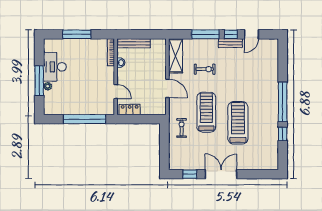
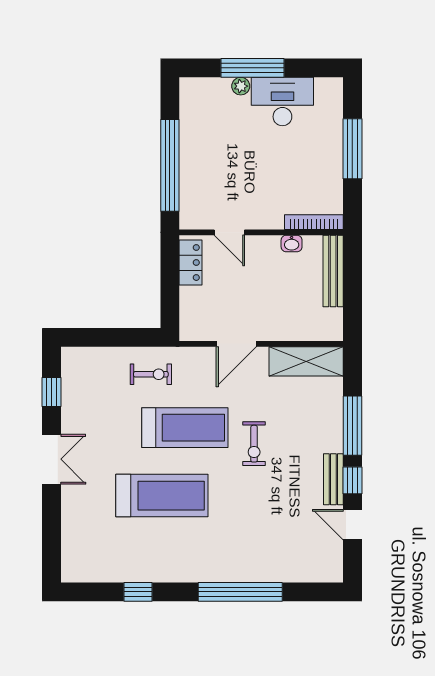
exercise bike: (205, 69) -> (254, 444), moved
door: (116, 92) -> (229, 232), hinge flipped
window: (283, 102) -> (240, 592), moved
double door: (221, 174) -> (51, 459), width x0.73

